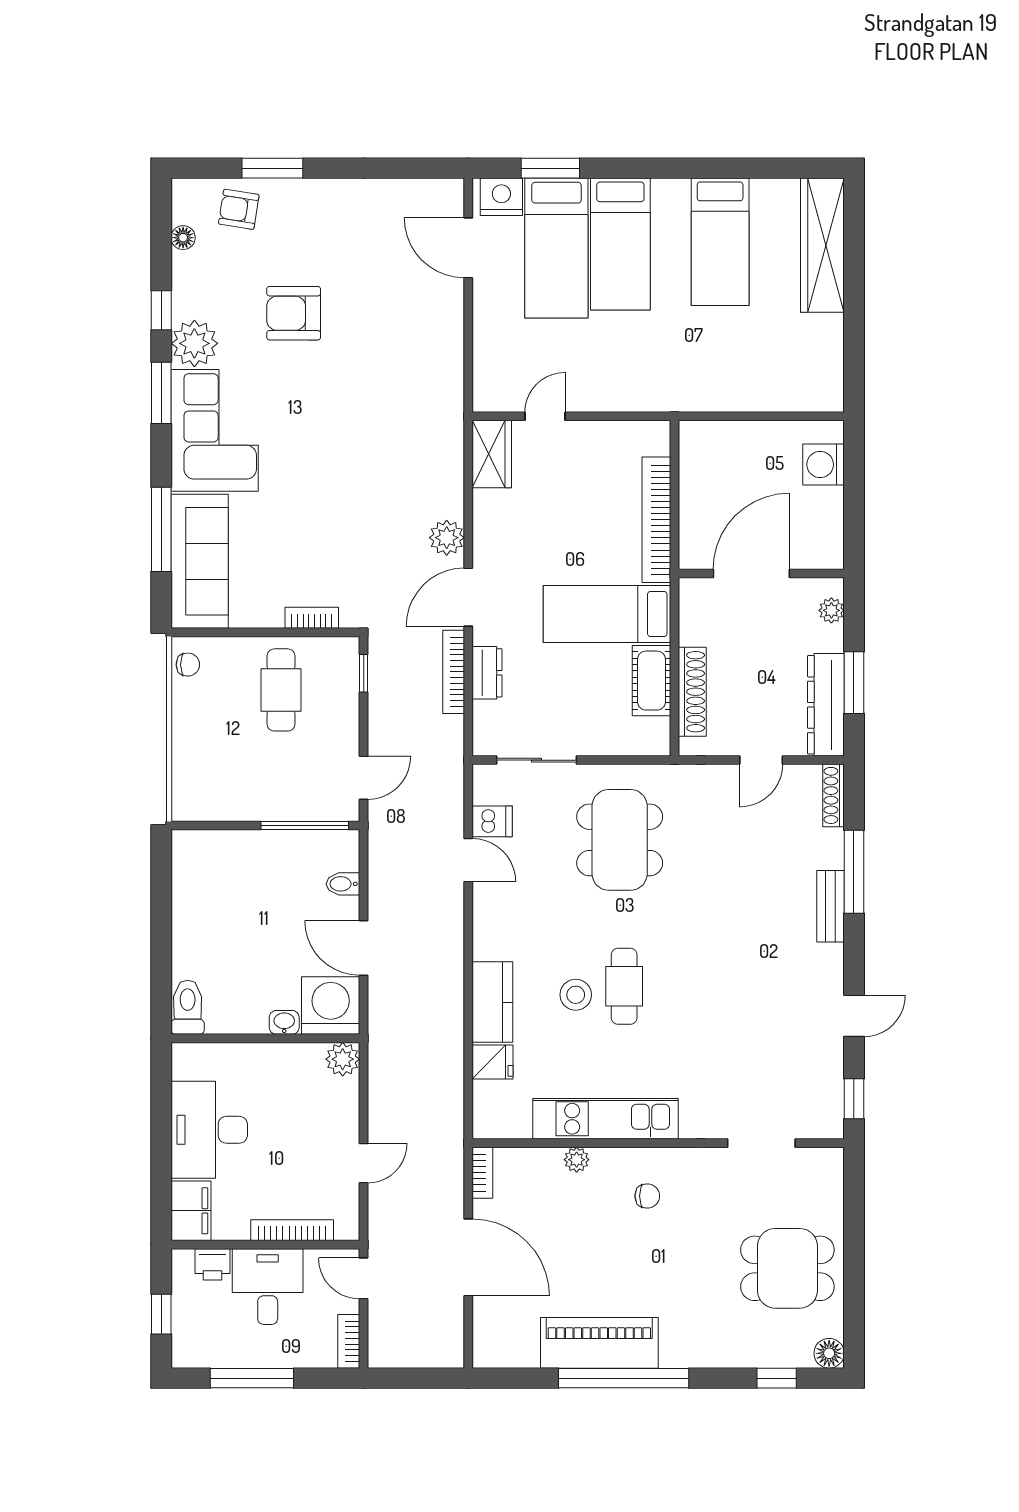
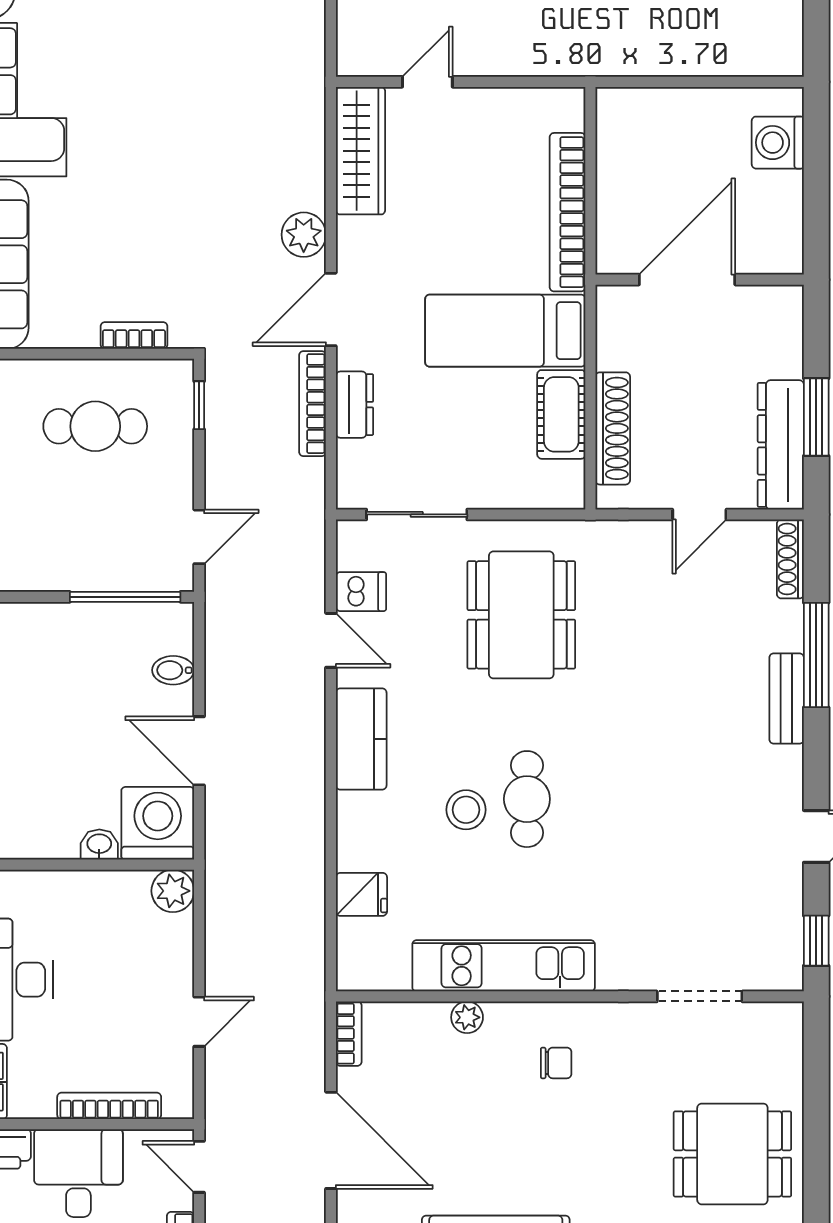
wardrobe: (492, 454) -> (361, 151), width x1.50
plant: (831, 610) -> (788, 326), removed
cafe table: (281, 690) -> (95, 426), turned 90
kitchen counter: (492, 1002) -> (361, 739), moved

